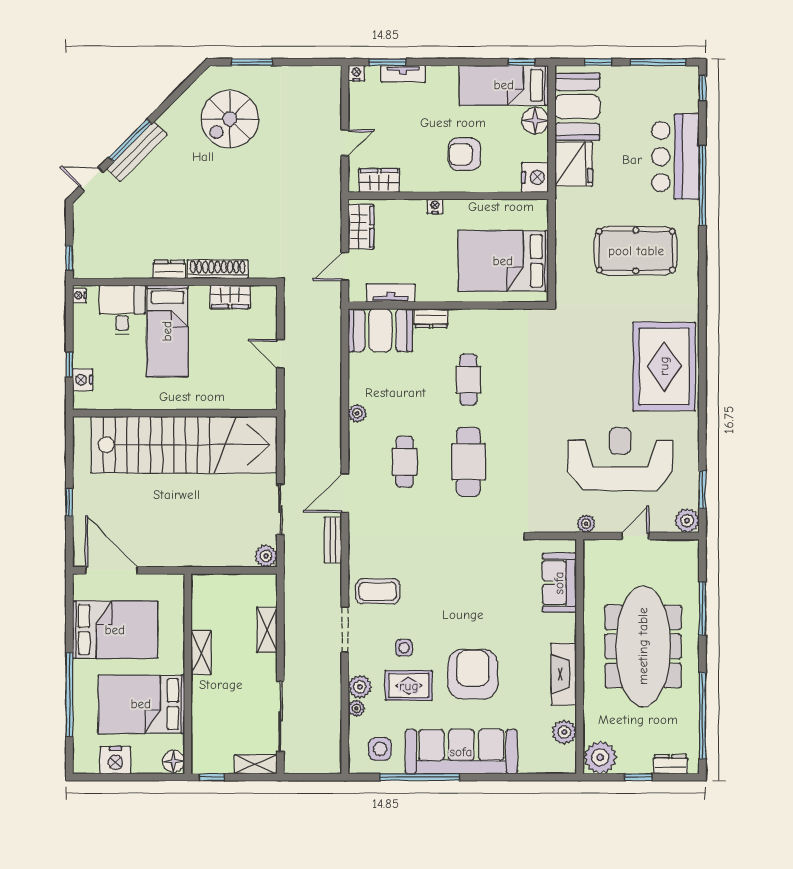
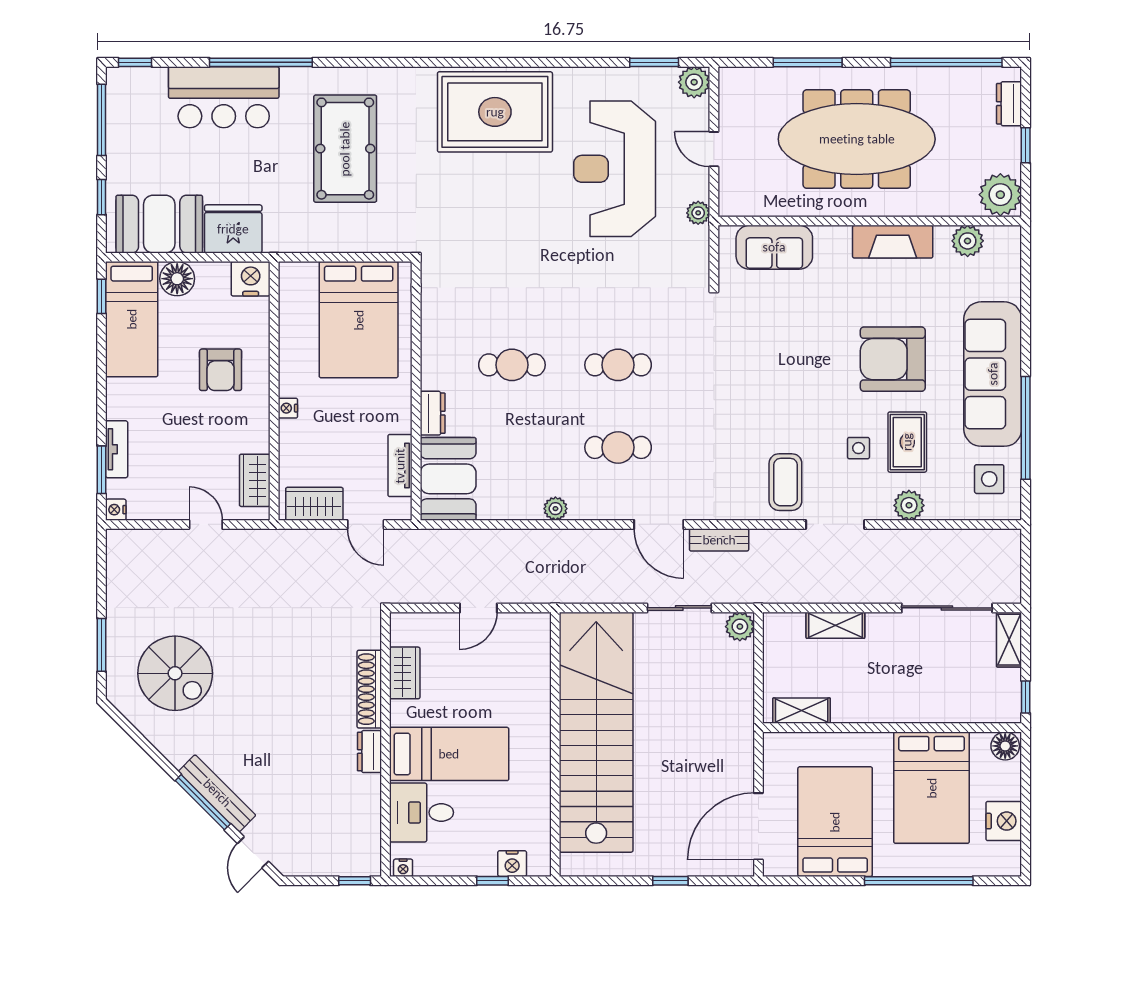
cafe table: (468, 462) -> (618, 365), width x0.73, depth x0.74
shelving: (201, 653) -> (802, 711), moved
plant: (356, 708) -> (937, 510), removed

